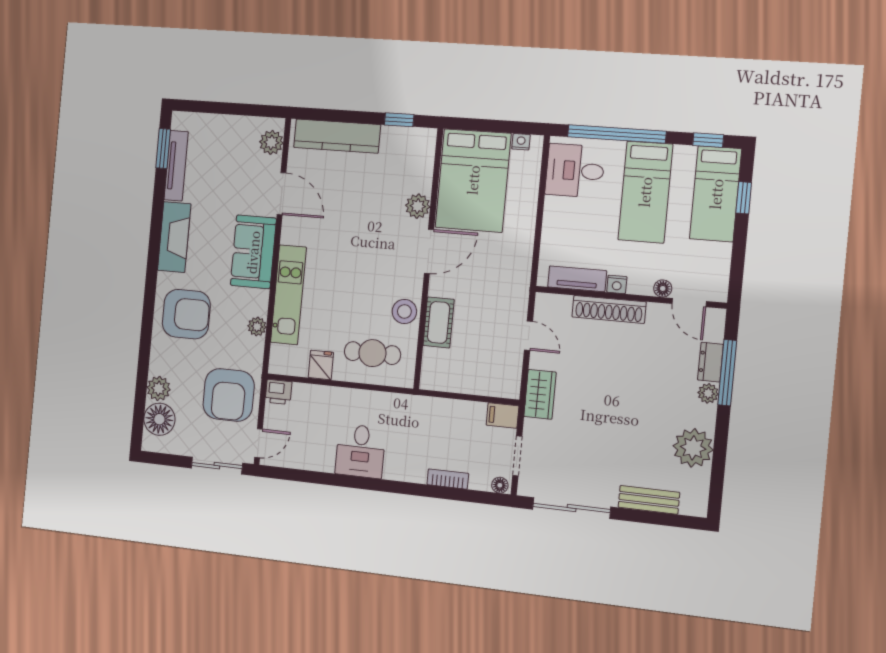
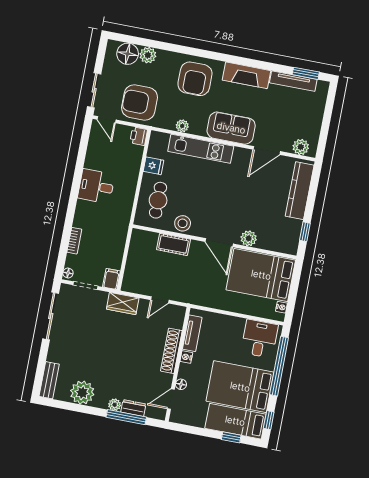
bed: (645, 192) -> (240, 387), width x1.50
bench: (649, 500) -> (49, 380), moved

